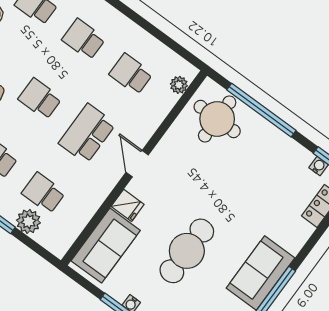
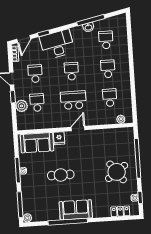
round table: (217, 119) -> (117, 172), moved, turned -36
cafe table: (187, 251) -> (61, 175), width x0.73, depth x0.74

